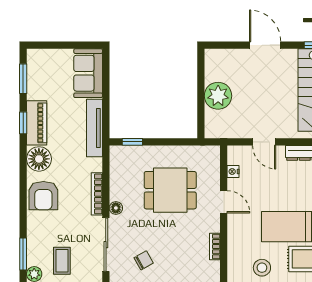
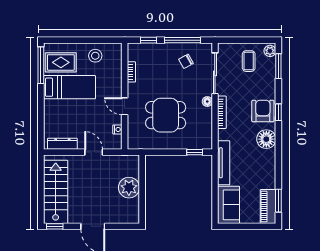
window: (23, 123) -> (278, 112), moved
piano: (37, 123) -> (268, 207), moved

